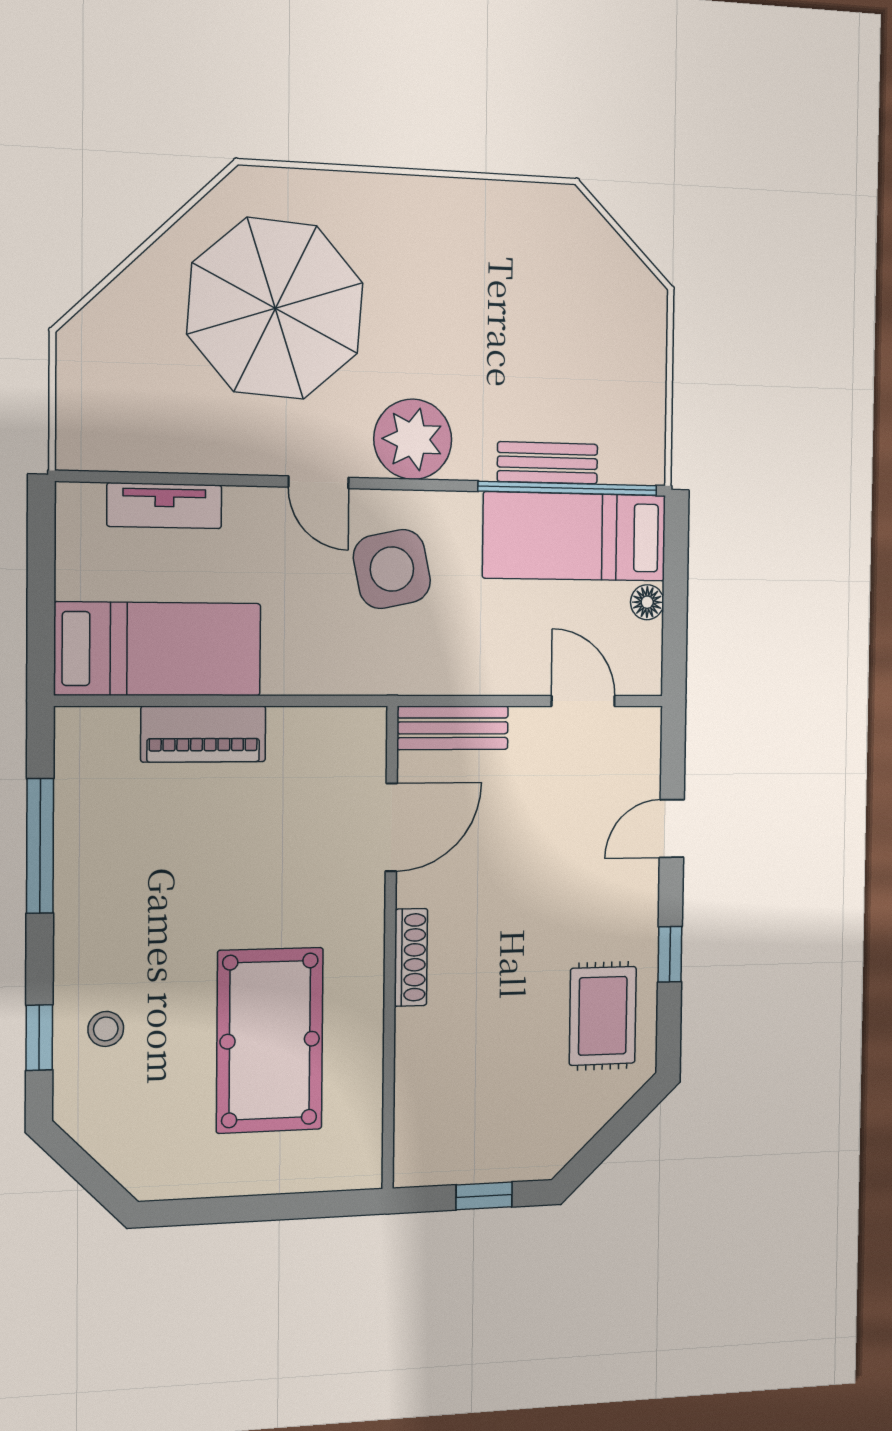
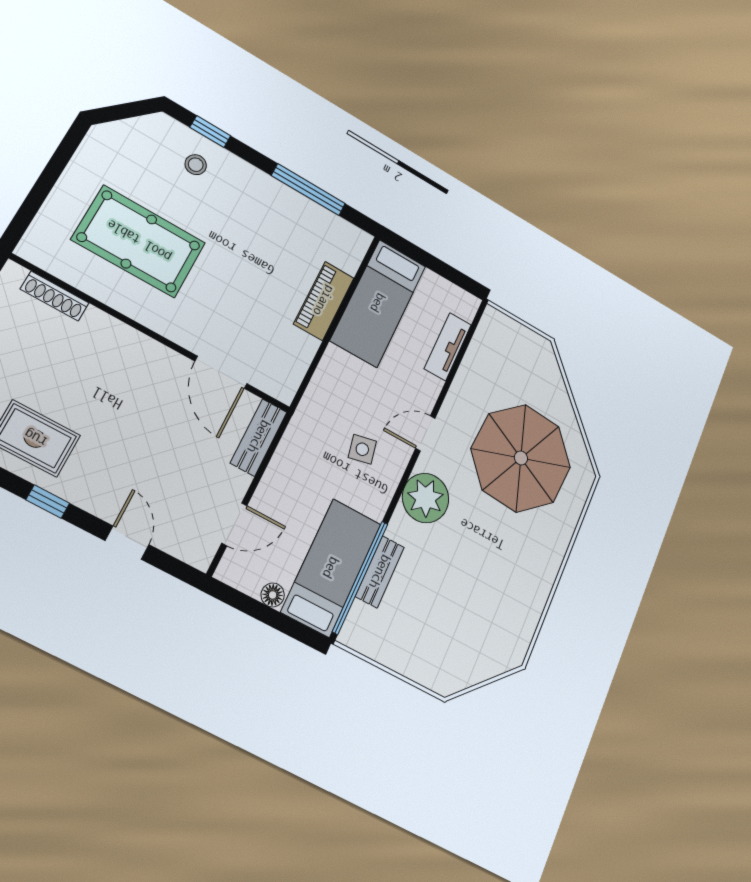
side table: (392, 569) -> (362, 449), width x0.54, depth x0.54
shoe rack: (411, 957) -> (55, 296), moved

